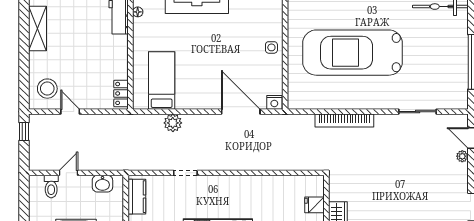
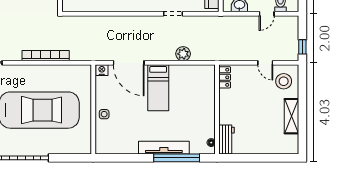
shelving: (37, 28) -> (292, 116), moved
bed: (162, 80) -> (158, 88), moved

